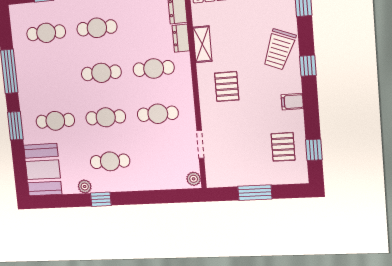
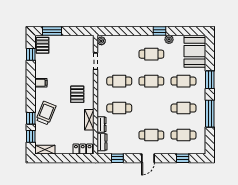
window: (308, 66) -> (31, 118), moved
cafe table: (101, 73) -> (183, 108), moved
pallet: (283, 147) -> (43, 45), moved
window: (255, 193) -> (52, 31), moved

